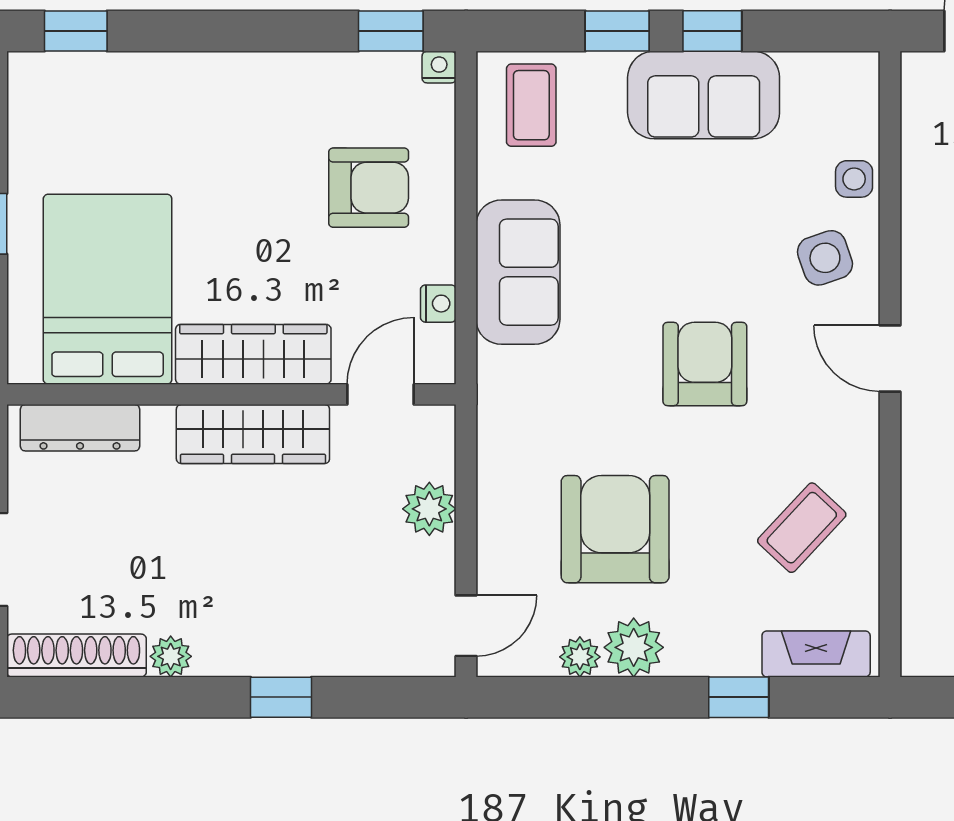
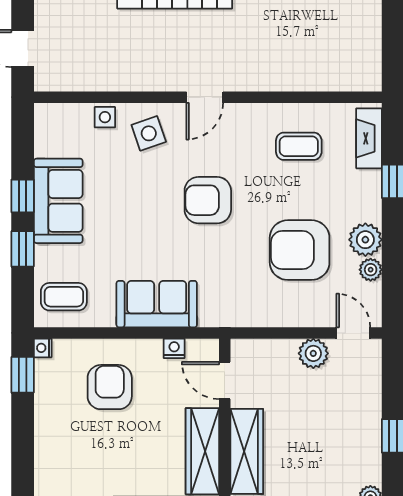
plant: (429, 509) -> (313, 353), moved
coffee table: (802, 528) -> (299, 146), turned -43

